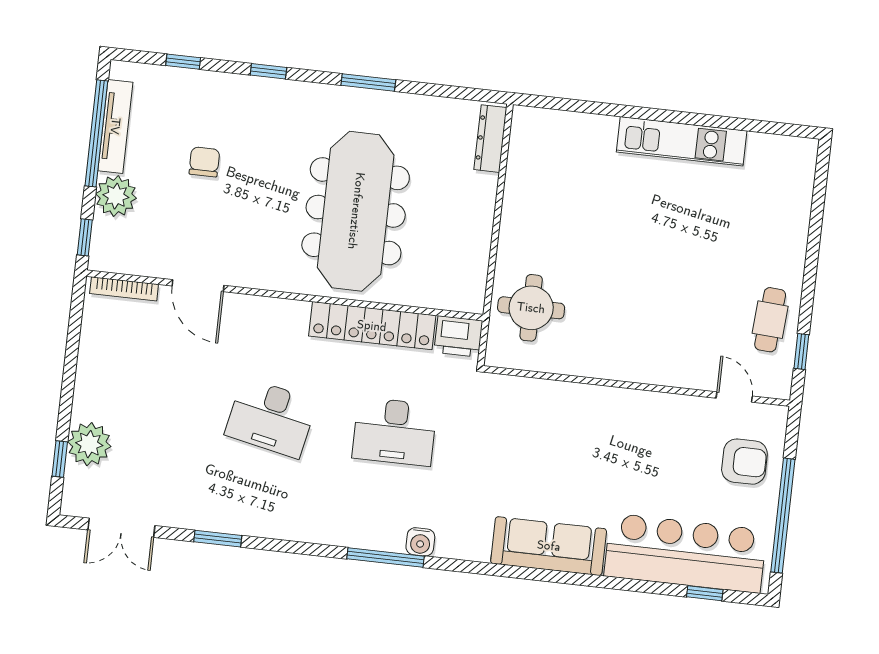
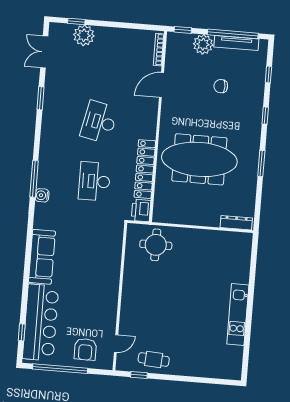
chair: (204, 162) -> (221, 86), turned 180

